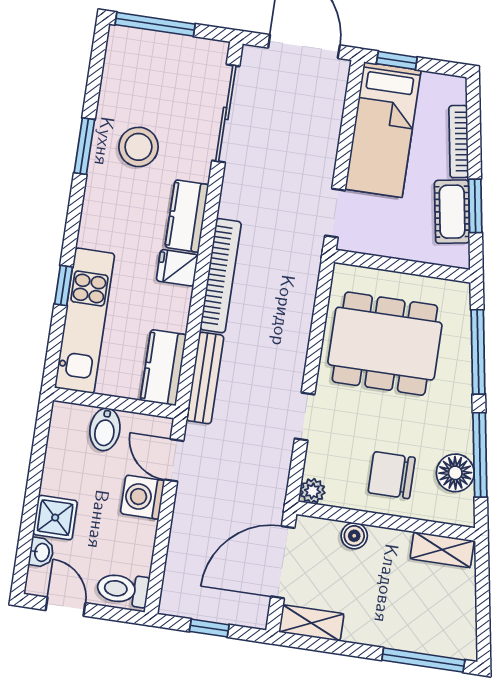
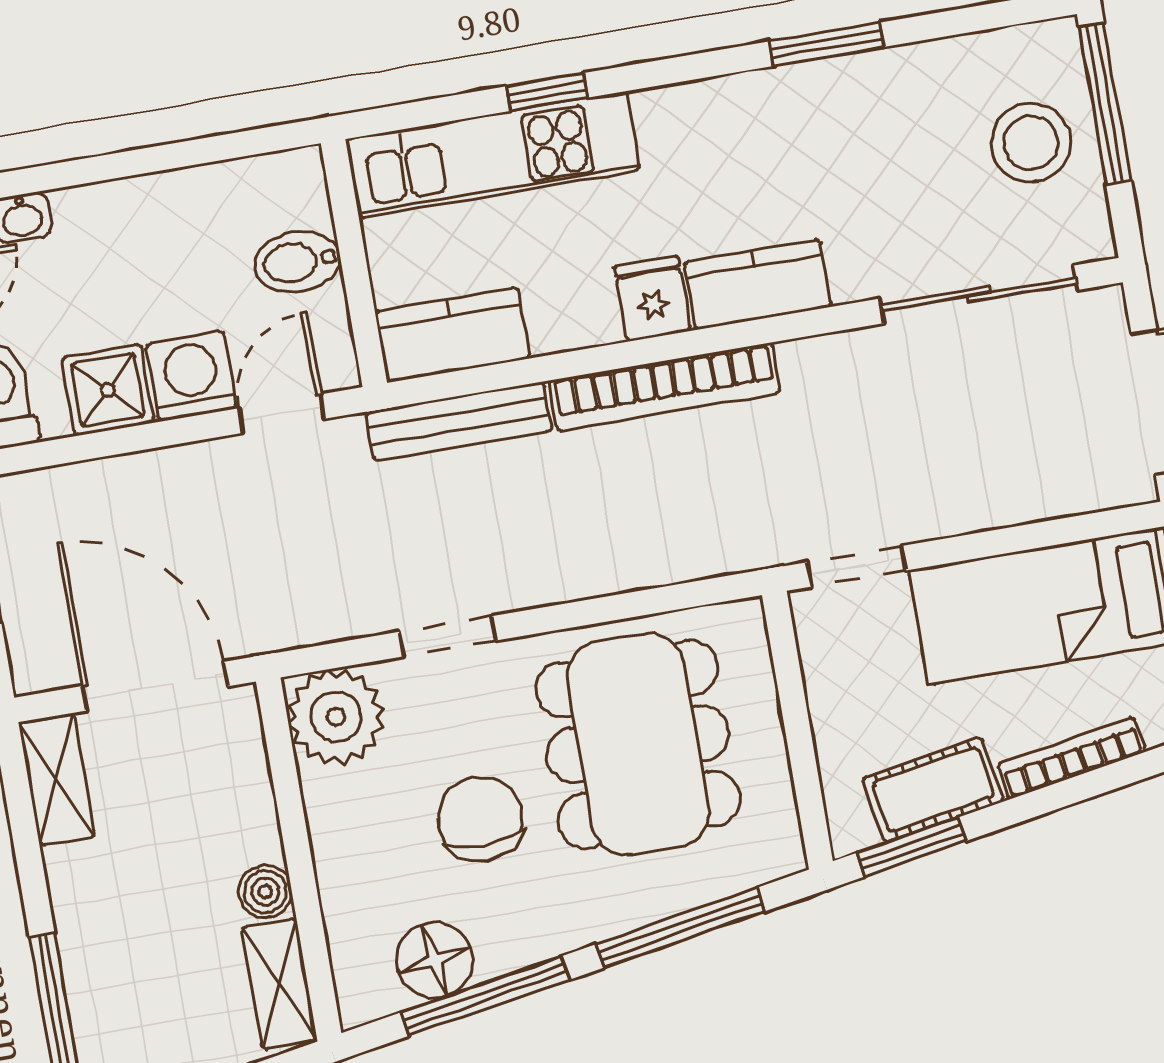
stool: (138, 147) -> (1031, 143), moved
window: (475, 206) -> (911, 847), moved
chair: (392, 475) -> (480, 819), moved
plant: (312, 491) -> (336, 717), width x1.88, depth x1.88
shower: (55, 518) -> (108, 390), moved
boiler: (354, 536) -> (265, 892), moved

